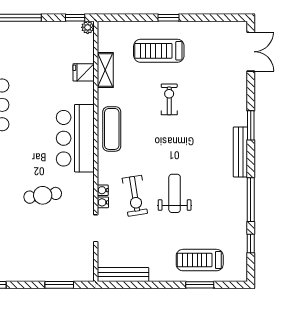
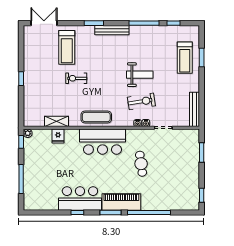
treadmill: (159, 51) -> (67, 47), moved
weight bench: (175, 193) -> (140, 75), turned 180

